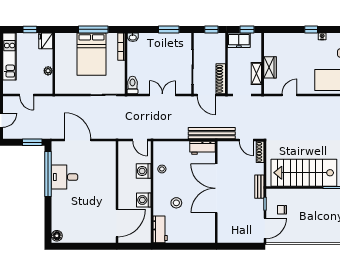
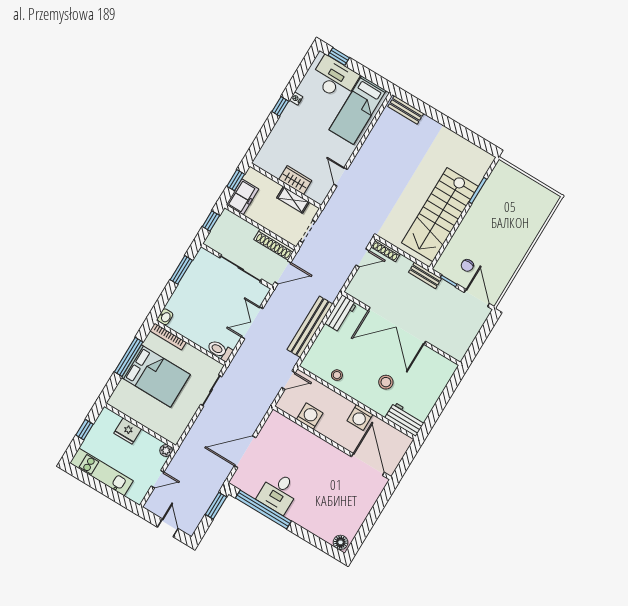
fridge: (46, 41) -> (128, 431), moved
plant: (48, 71) -> (166, 450), moved
bench: (212, 133) -> (310, 327), moved
washing machine: (144, 171) -> (310, 416), moved, turned 180

